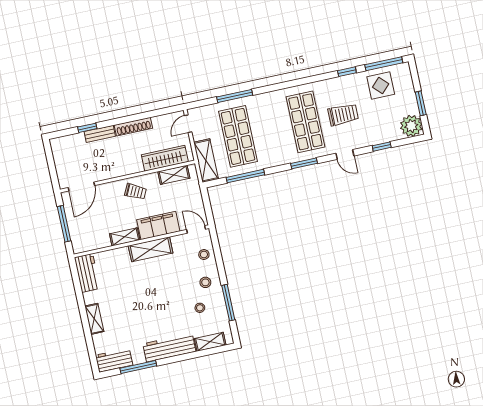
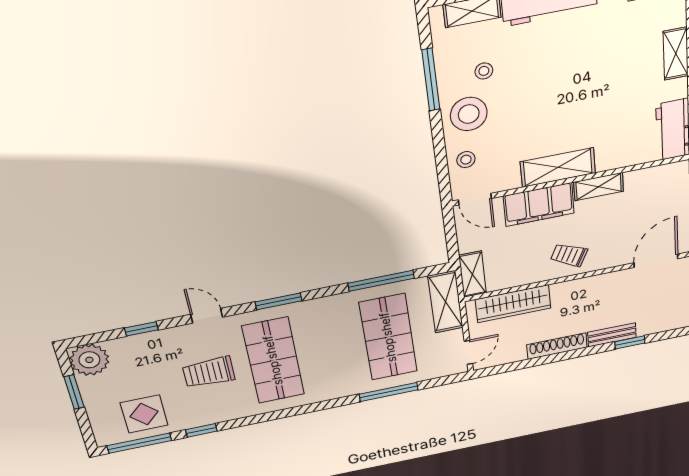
shelving: (174, 175) -> (473, 274), moved, turned 90
stool: (205, 282) -> (469, 114), width x1.89, depth x1.89

